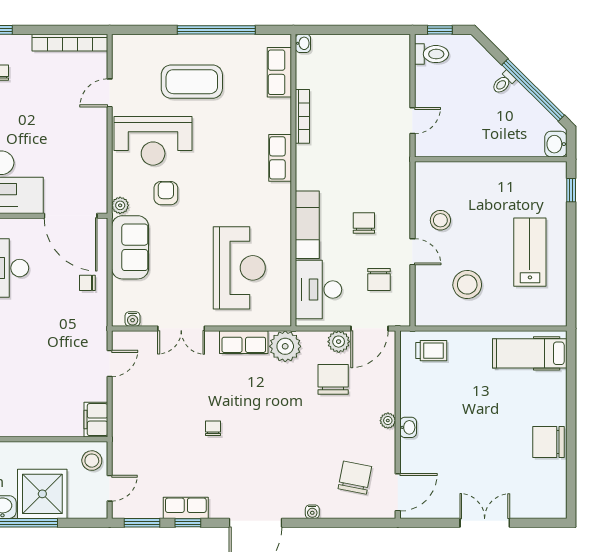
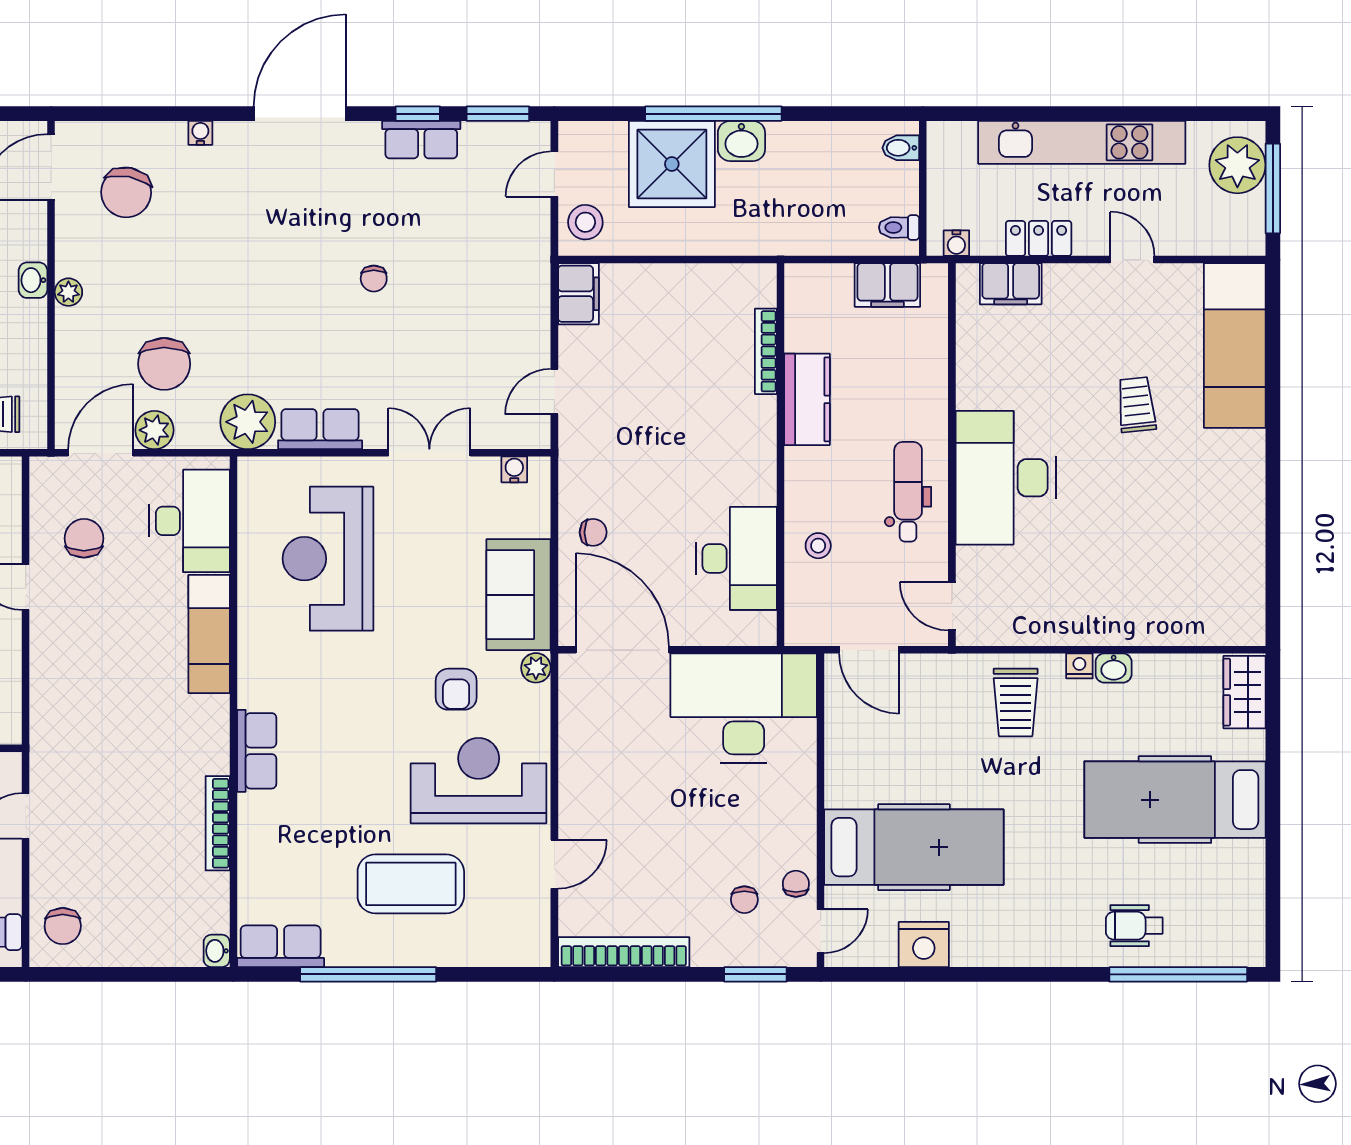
row of seats: (279, 72) -> (281, 946), moved, turned -90
chair: (364, 223) -> (63, 926), moved

